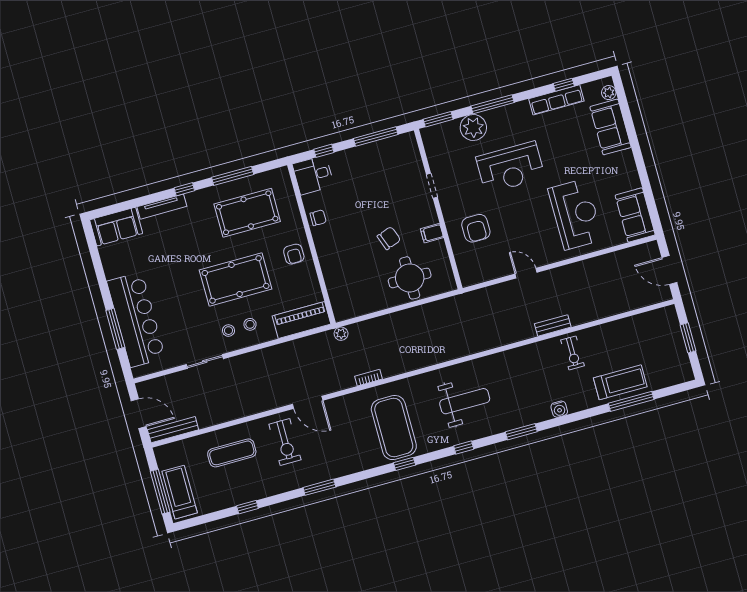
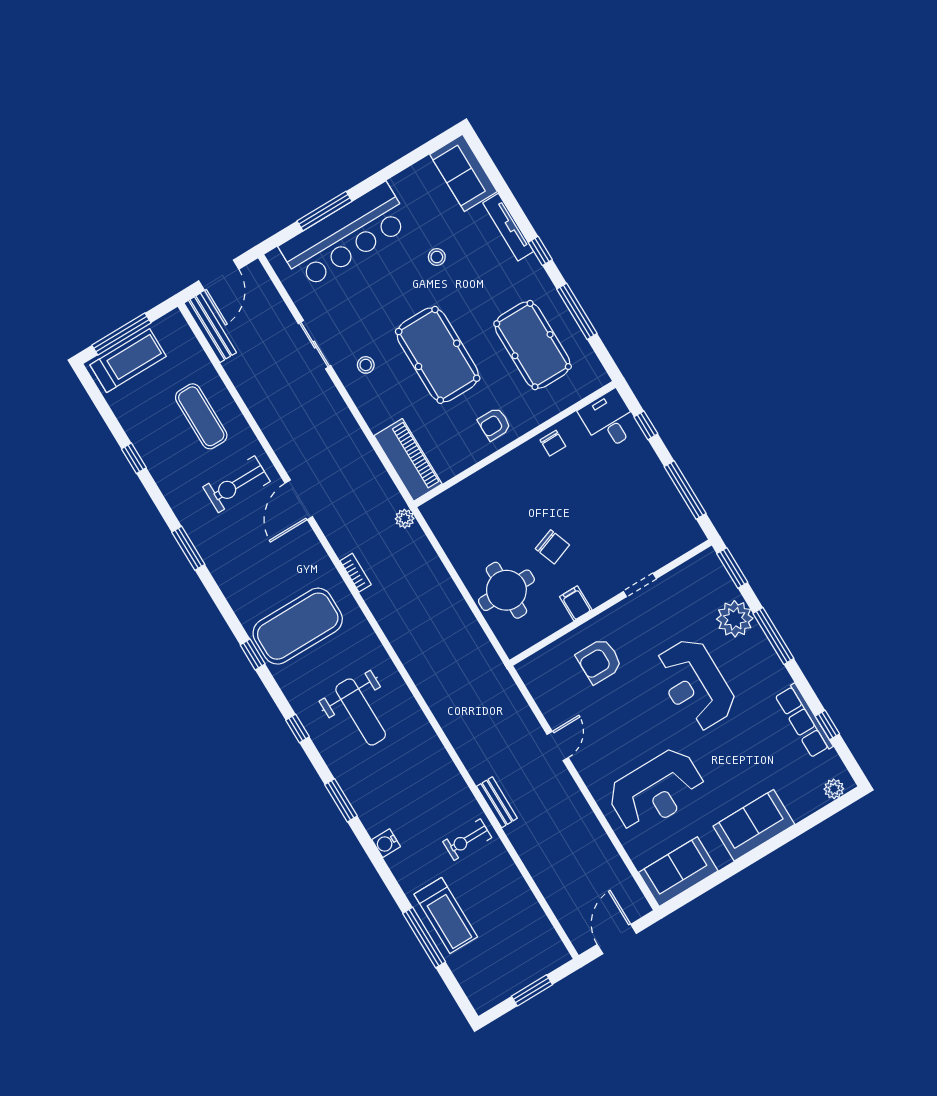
sofa: (611, 127) -> (754, 825), moved
stool: (250, 324) -> (437, 257), moved

